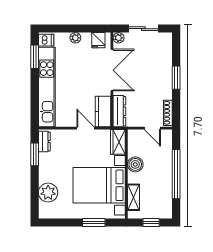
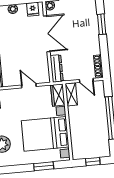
window: (176, 78) -> (102, 24), moved
kitchen counter: (103, 111) -> (42, 70), removed
boiler: (135, 164) -> (75, 113), removed
shelving: (134, 197) -> (71, 94), moved

